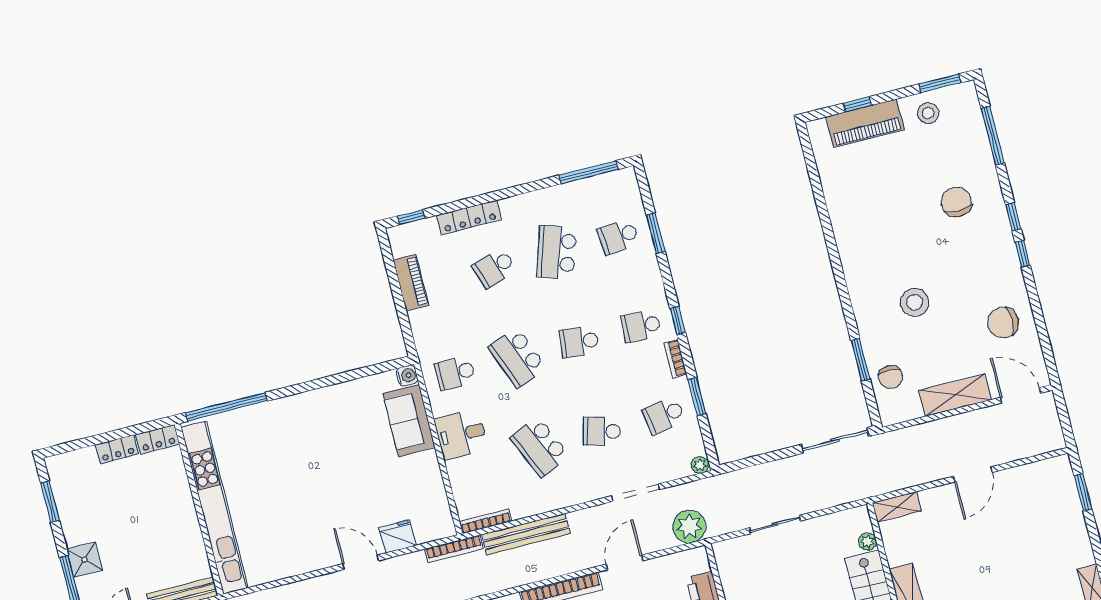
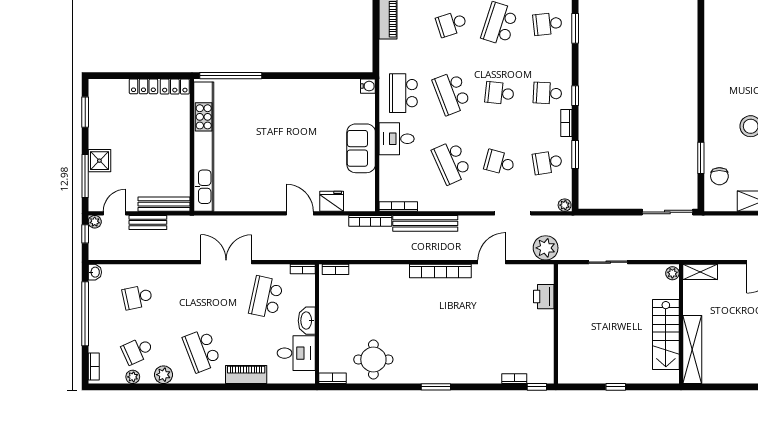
school desk: (455, 373) -> (403, 93), width x1.85
sofa: (409, 420) -> (361, 148), moved
plant: (867, 541) -> (672, 273), moved

